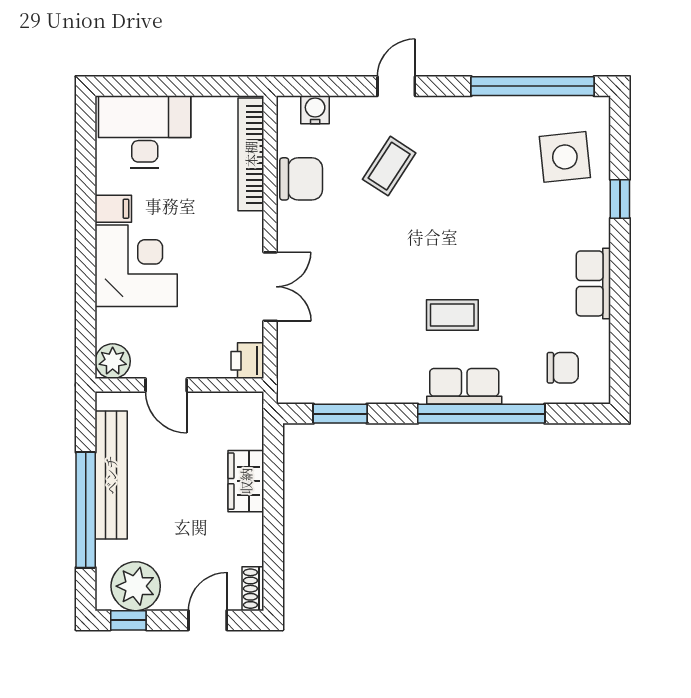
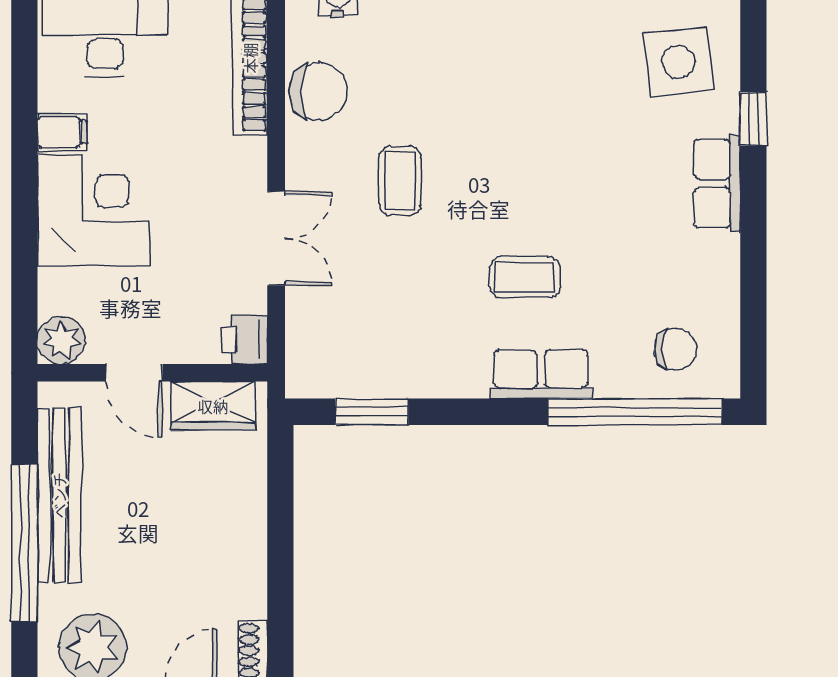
coffee table: (389, 166) -> (400, 181), moved, turned -33
row of seats: (593, 283) -> (717, 183), moved
window: (481, 414) -> (635, 412), moved
wardrobe: (246, 481) -> (213, 406), moved, turned -90

